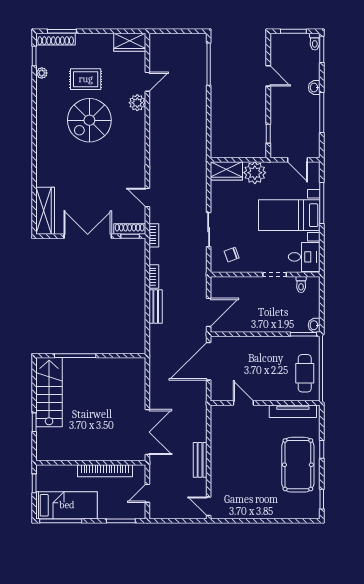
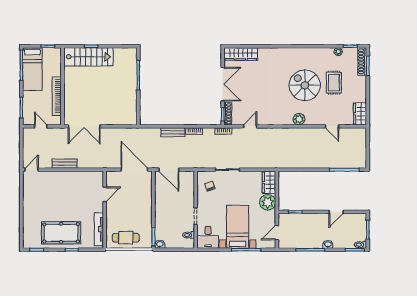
plant: (137, 103) -> (299, 119), moved
stairs: (49, 392) -> (88, 57), moved

